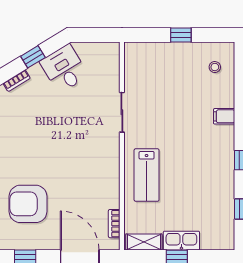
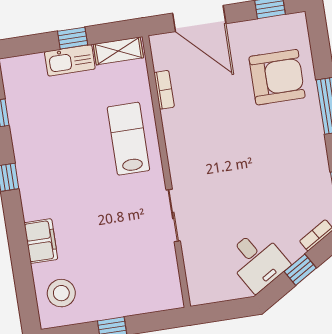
stool: (215, 67) -> (61, 293), width x1.89, depth x1.89
filing cabinet: (224, 116) -> (41, 241), width x2.00
bookcase: (114, 224) -> (164, 90), moved

